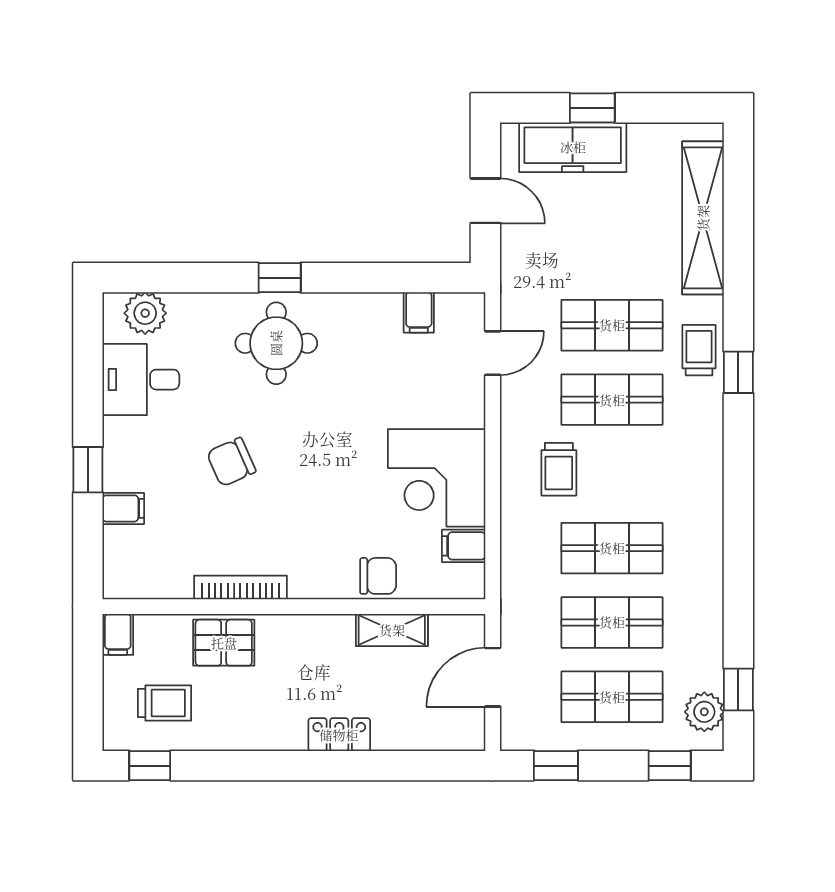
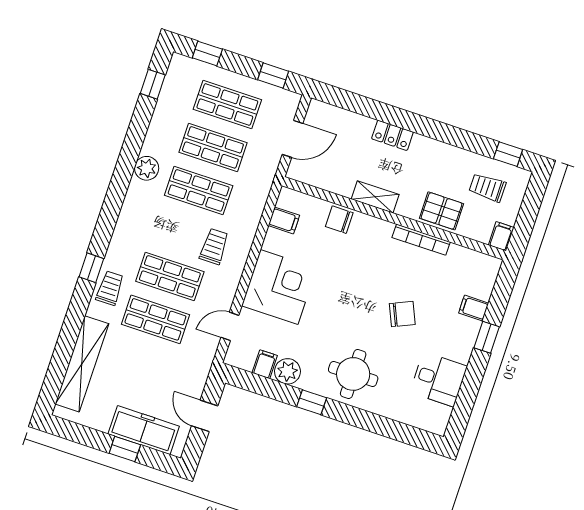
window: (280, 278) -> (312, 402), moved
plant: (145, 313) -> (287, 371), moved
trolley: (699, 350) -> (110, 288), turned 180
corner desk: (437, 478) -> (279, 287), moved
shelving: (392, 630) -> (375, 197), moved
plant: (704, 712) -> (147, 168), moved

